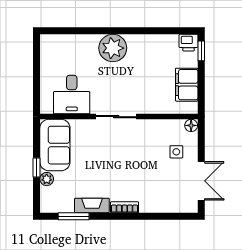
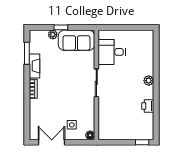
printer: (188, 43) -> (148, 106), moved
plant: (113, 48) -> (149, 81), width x0.53, depth x0.53
filing cabinet: (187, 85) -> (119, 132), removed
double door: (201, 181) -> (52, 142), swing flipped

